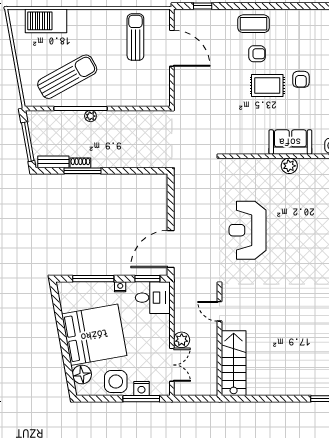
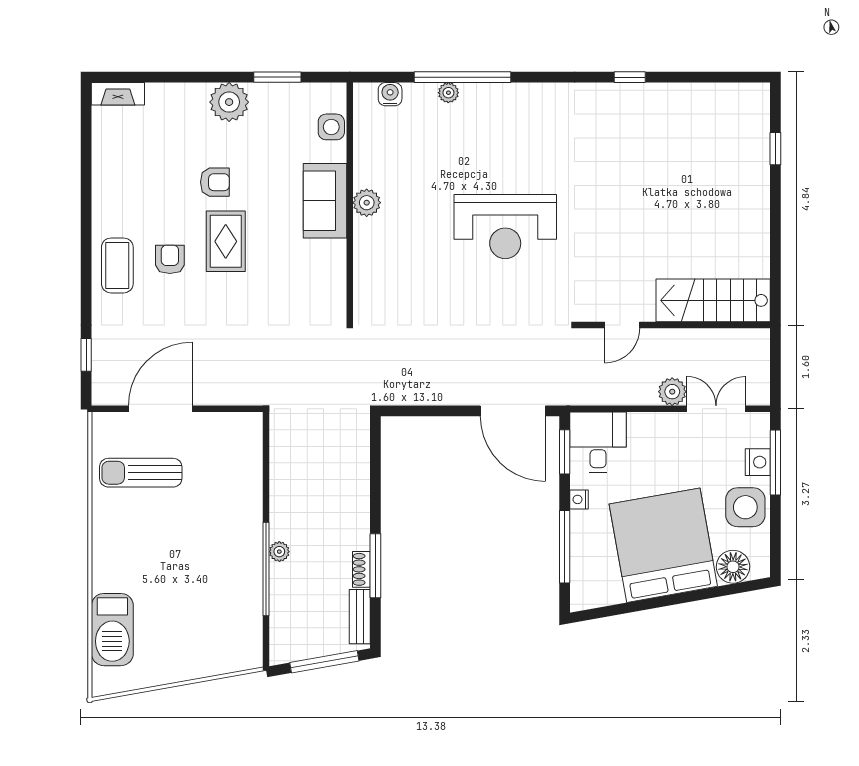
sun lounger: (67, 77) -> (210, 592), removed
reception desk: (248, 230) -> (505, 227), moved

